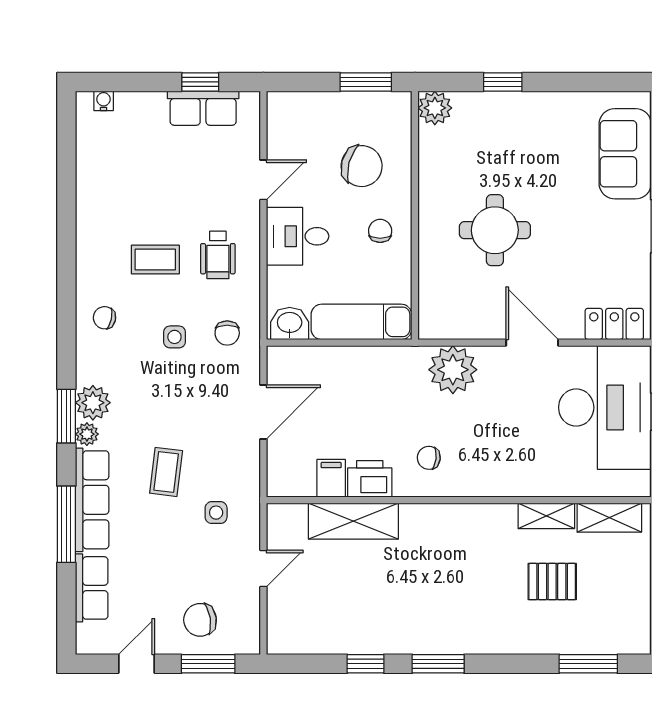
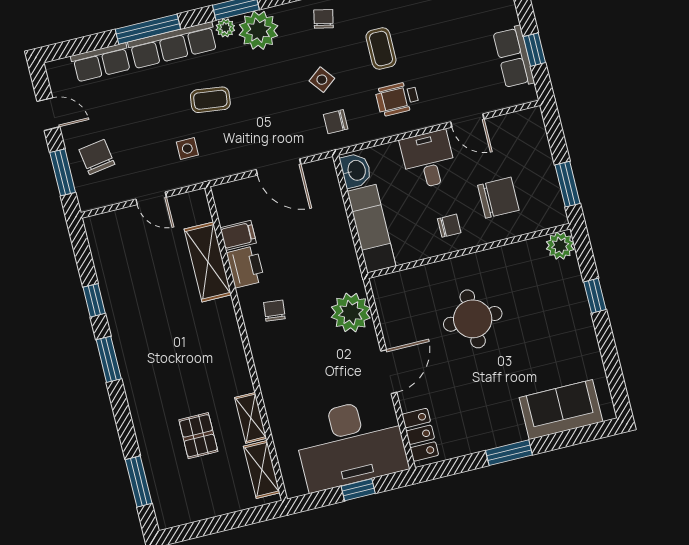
chair: (362, 166) -> (498, 198), turned -105
side table: (174, 337) -> (322, 80), turned -38
plant: (93, 403) -> (259, 30), width x1.36, depth x1.36

